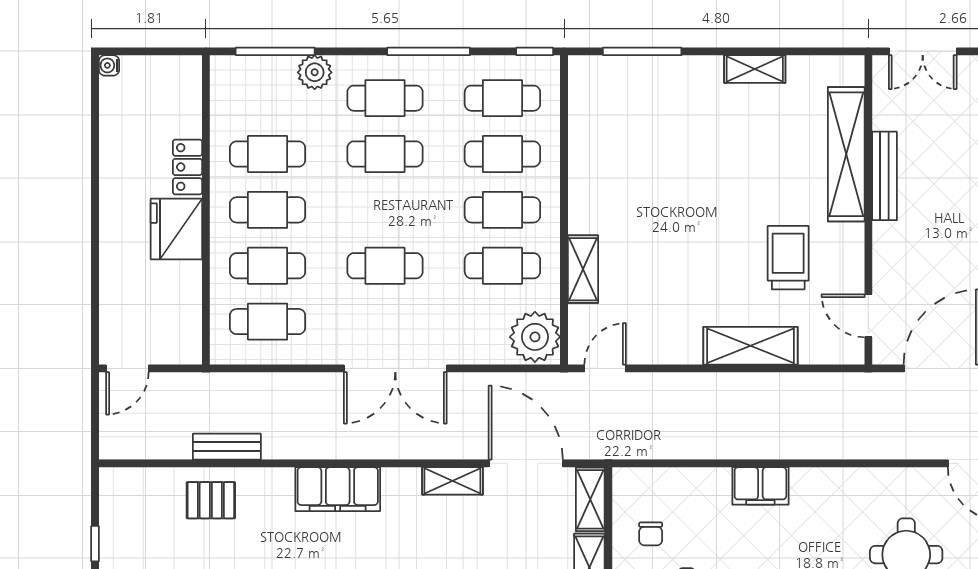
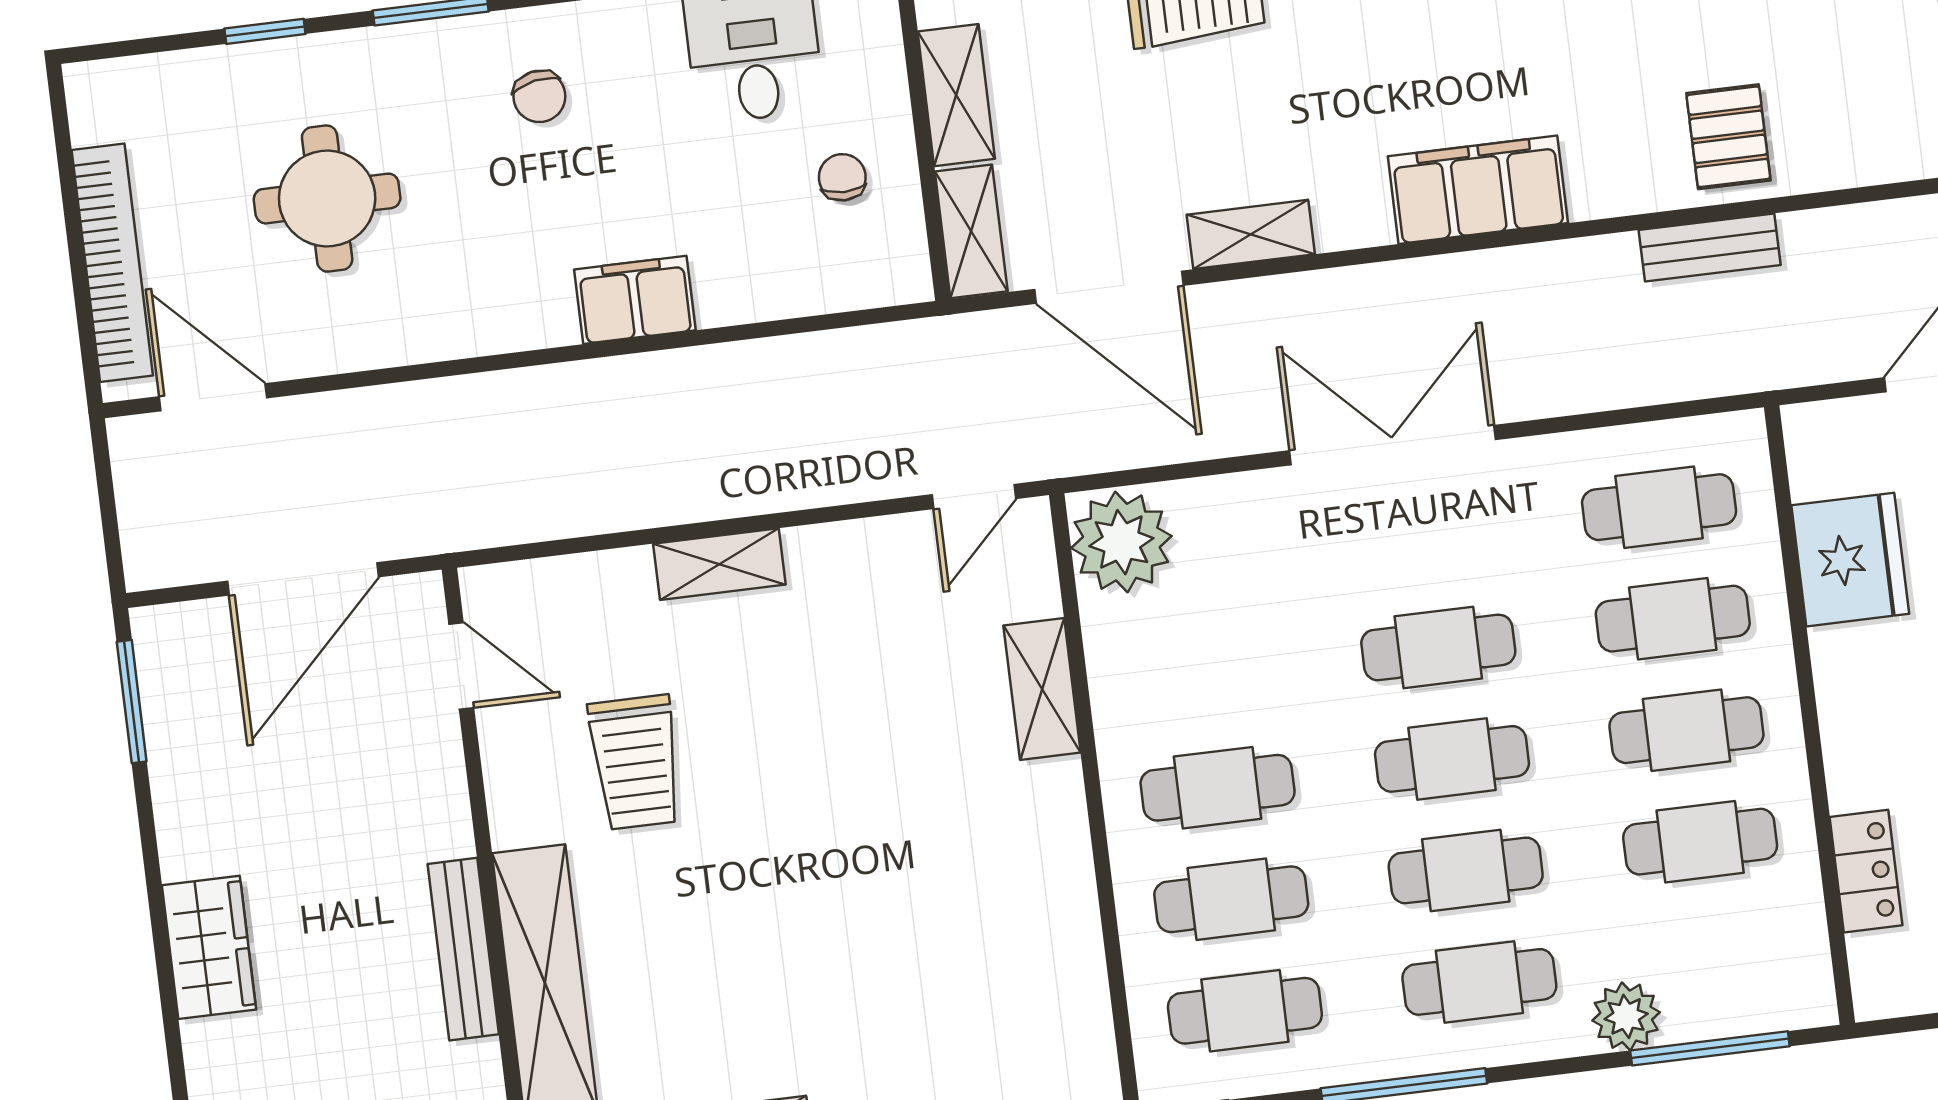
locker: (187, 167) -> (1866, 871), moved
fridge: (176, 229) -> (1850, 560), moved
cafe table: (502, 266) -> (1452, 759), moved
shelving: (750, 346) -> (719, 564), width x0.67, depth x0.75
pallet: (211, 500) -> (1728, 137), turned 90

